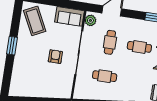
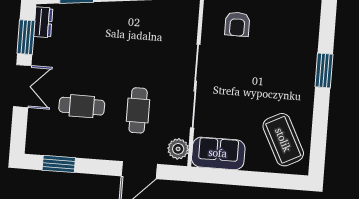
window: (12, 46) -> (324, 70), moved
armchair: (55, 57) -> (237, 24), moved
cafe table: (105, 76) -> (143, 46), removed

